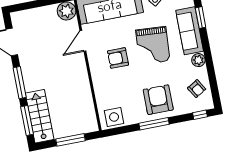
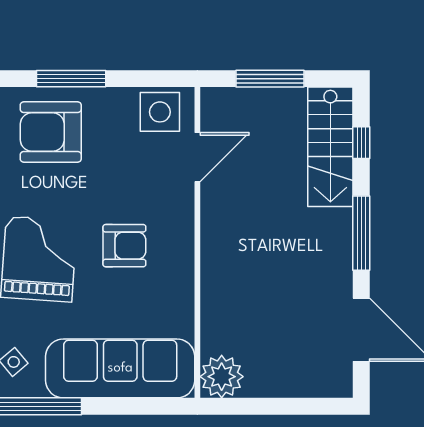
door: (83, 41) -> (197, 157), moved
armchair: (158, 100) -> (51, 132), turned 90
window: (27, 121) -> (361, 143), width x0.46

